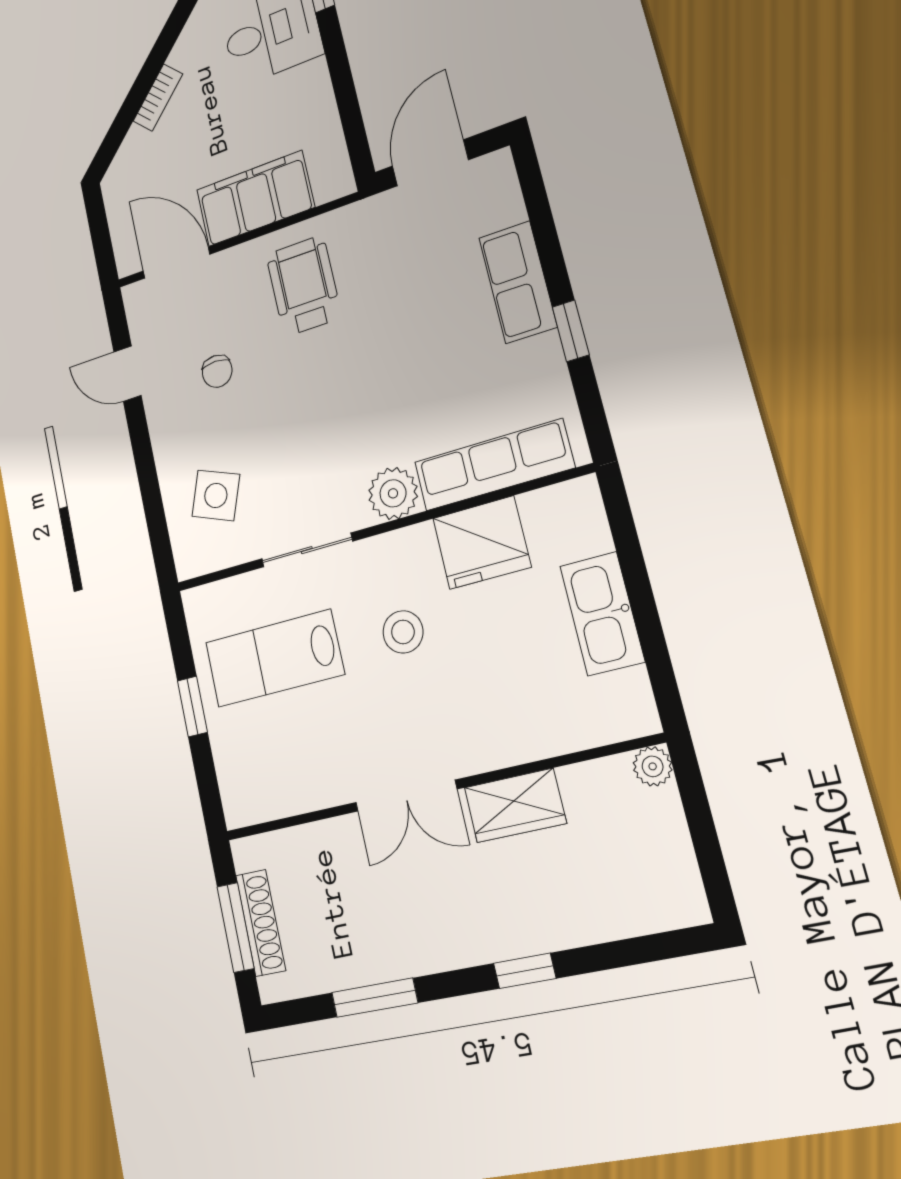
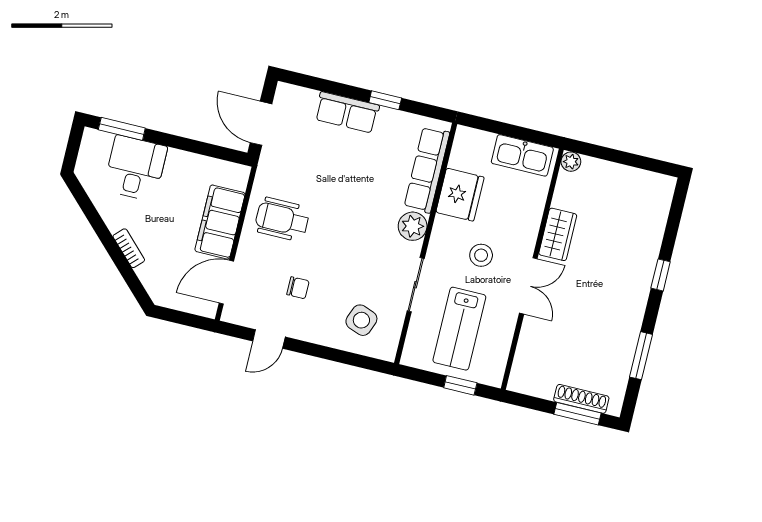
plant: (653, 766) -> (571, 162), moved
wall: (436, 789) -> (532, 269), moved
double door: (406, 796) -> (528, 286), moved
wardrobe: (515, 805) -> (558, 234), moved

